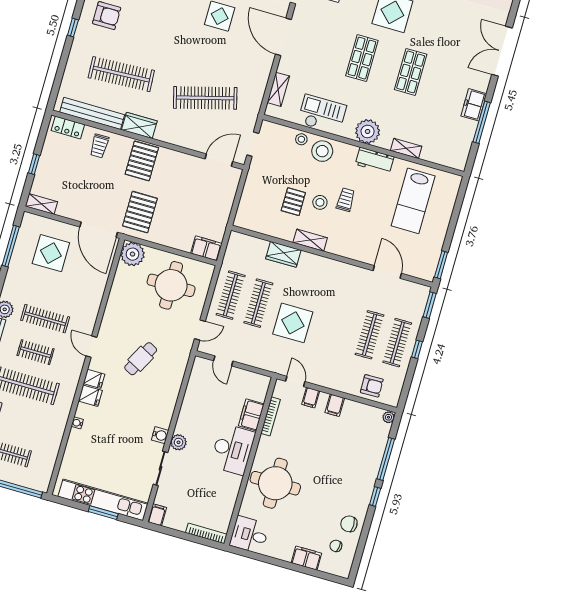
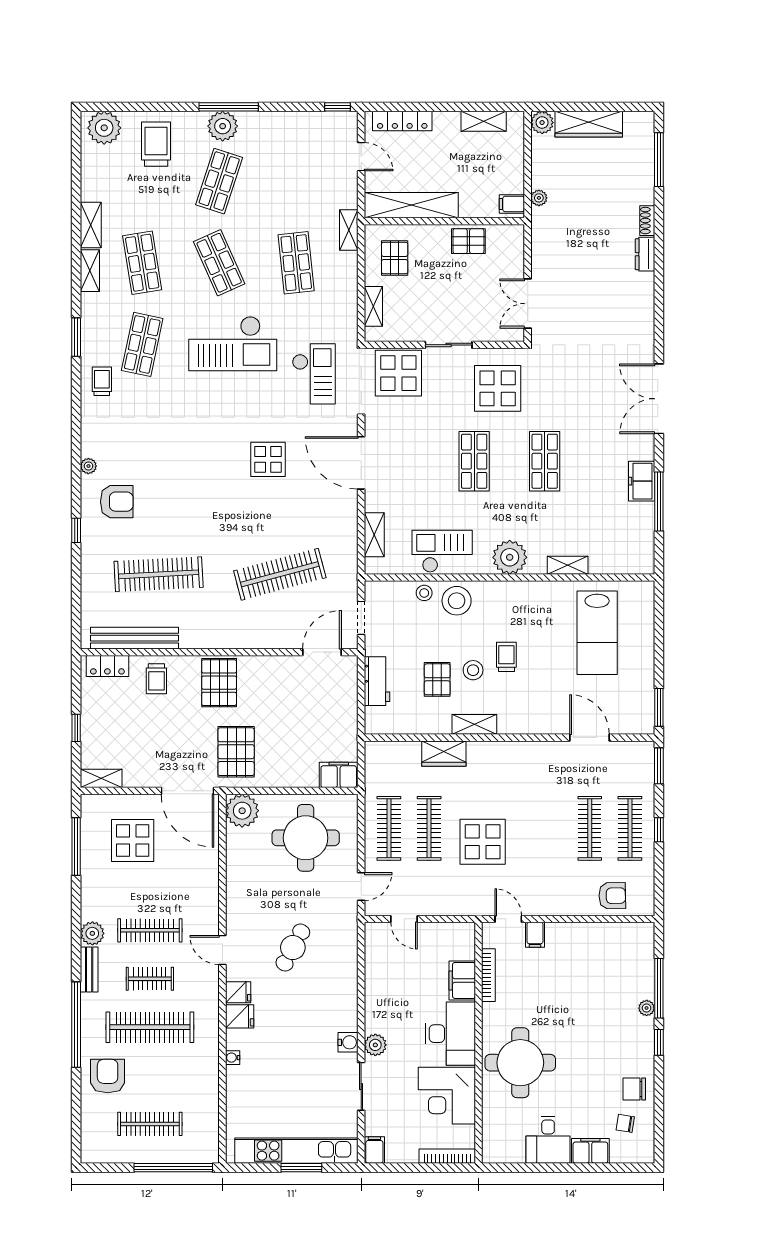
wardrobe: (139, 125) -> (202, 636), removed
workbench: (375, 161) -> (377, 681), moved, turned -90
filing cabinet: (335, 405) -> (570, 936), removed
plant: (389, 417) -> (647, 1008), moved
corner desk: (218, 491) -> (447, 1096), added
desk: (249, 535) -> (548, 1140), moved, turned -90

